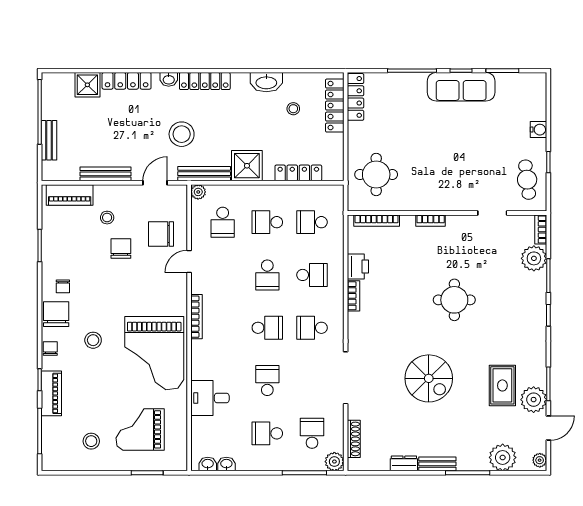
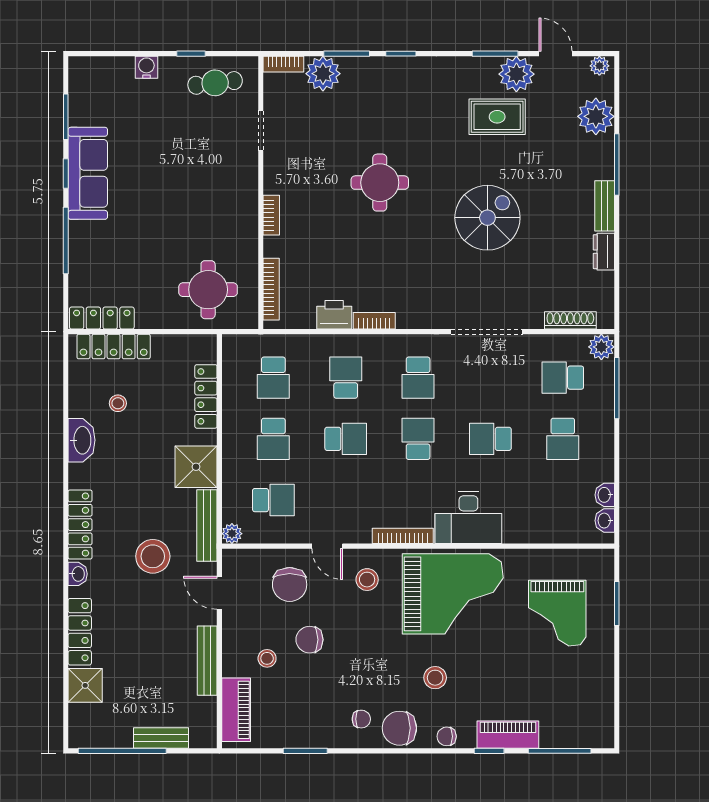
desk: (210, 398) -> (468, 518), moved, width x1.37
stool: (91, 441) -> (367, 580), moved

